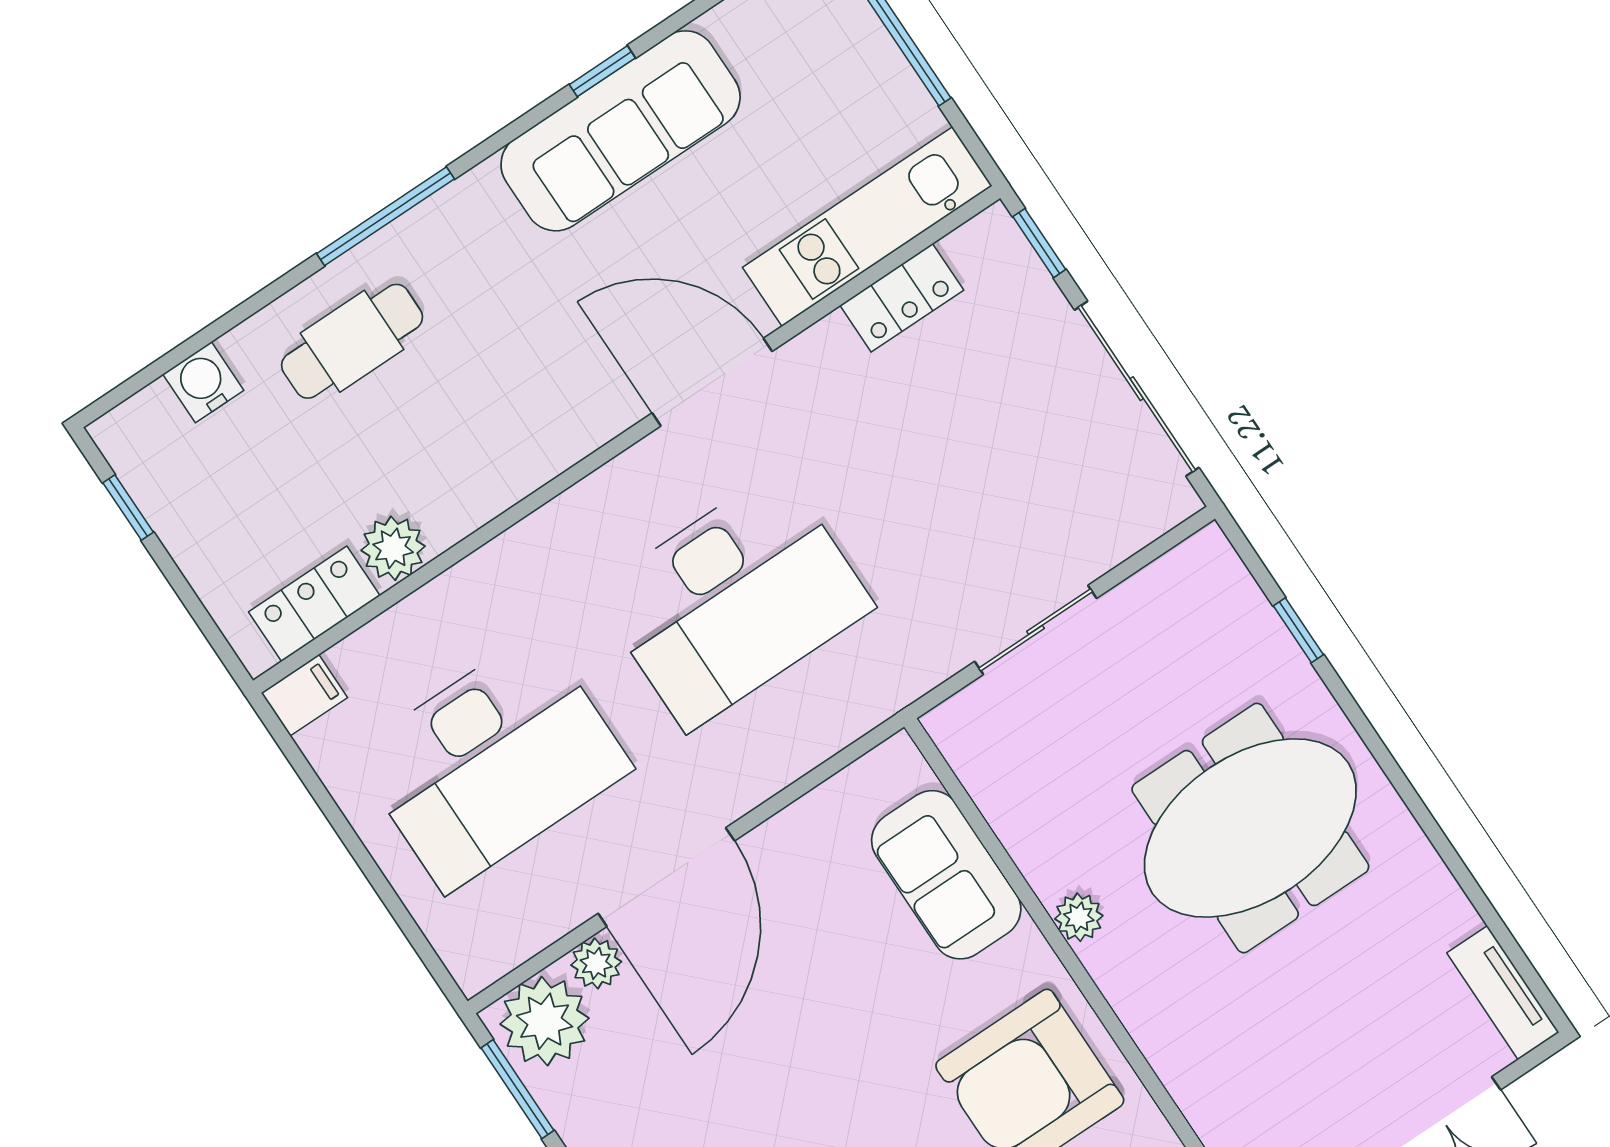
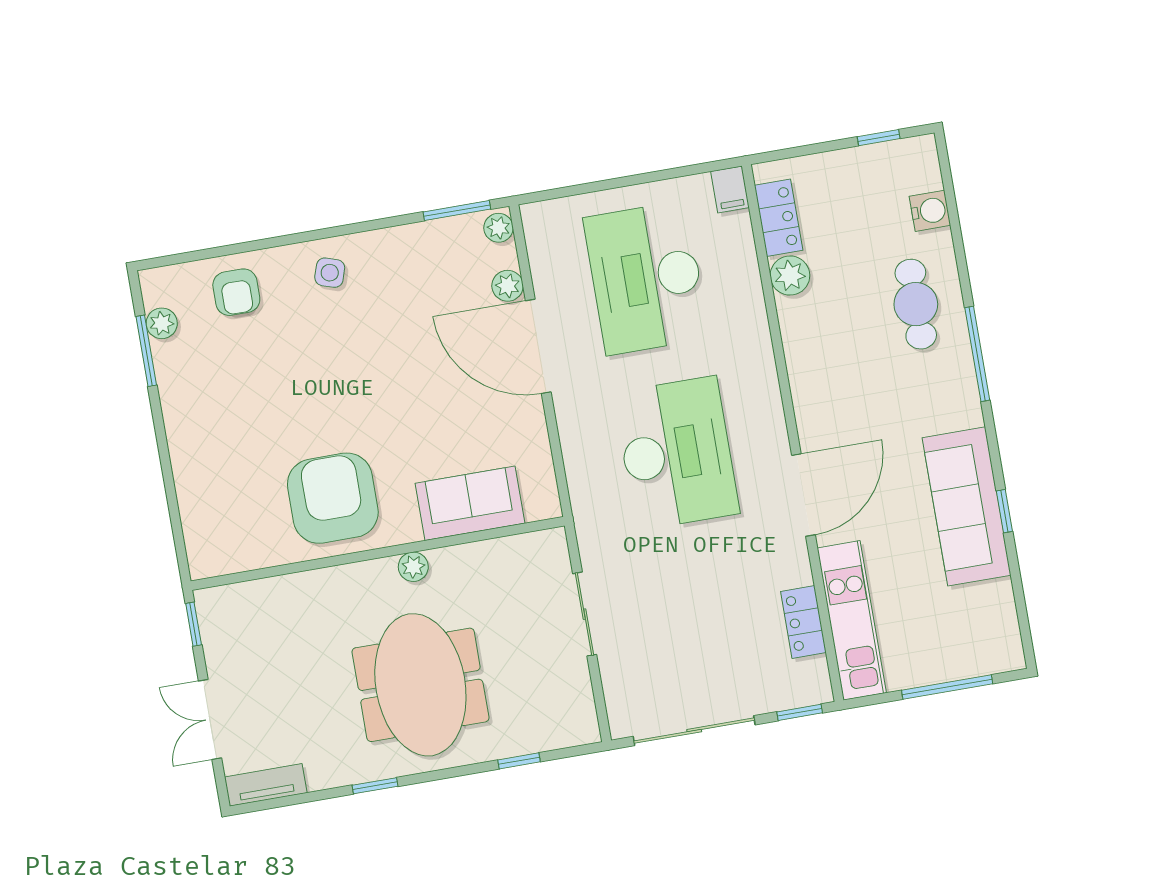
desk: (734, 600) -> (676, 453), turned 180
window: (1431, 829) -> (375, 786), added
plant: (545, 1021) -> (499, 228), width x0.53, depth x0.53

